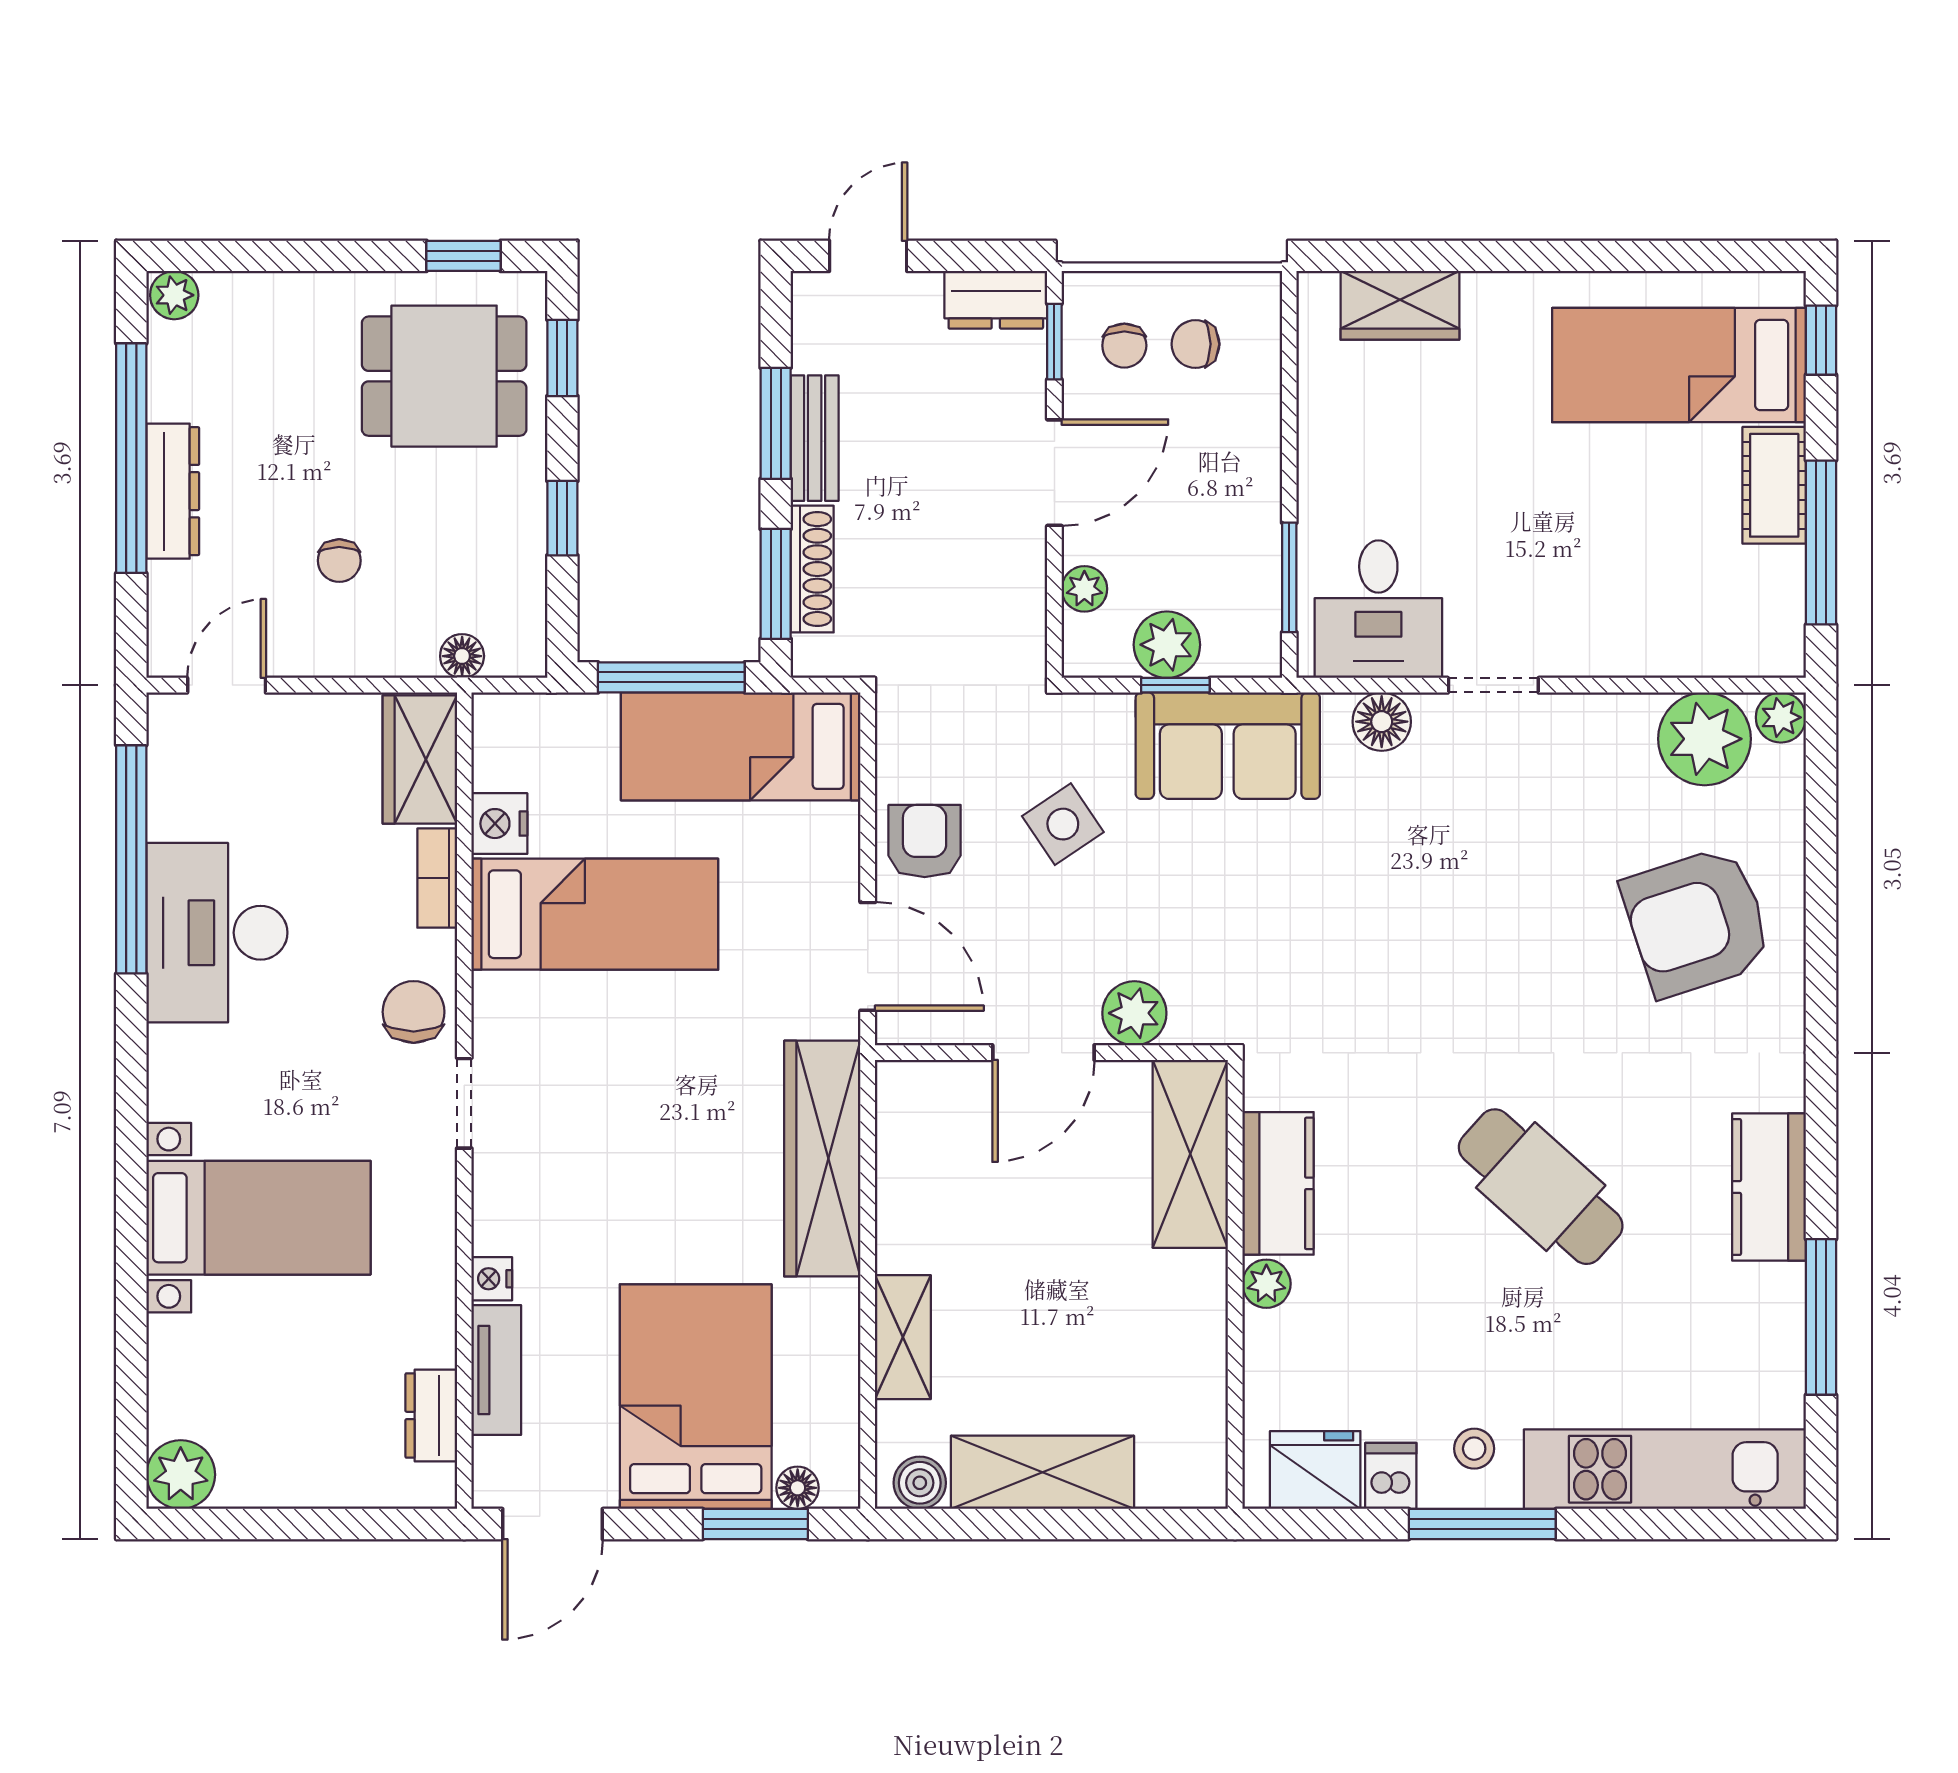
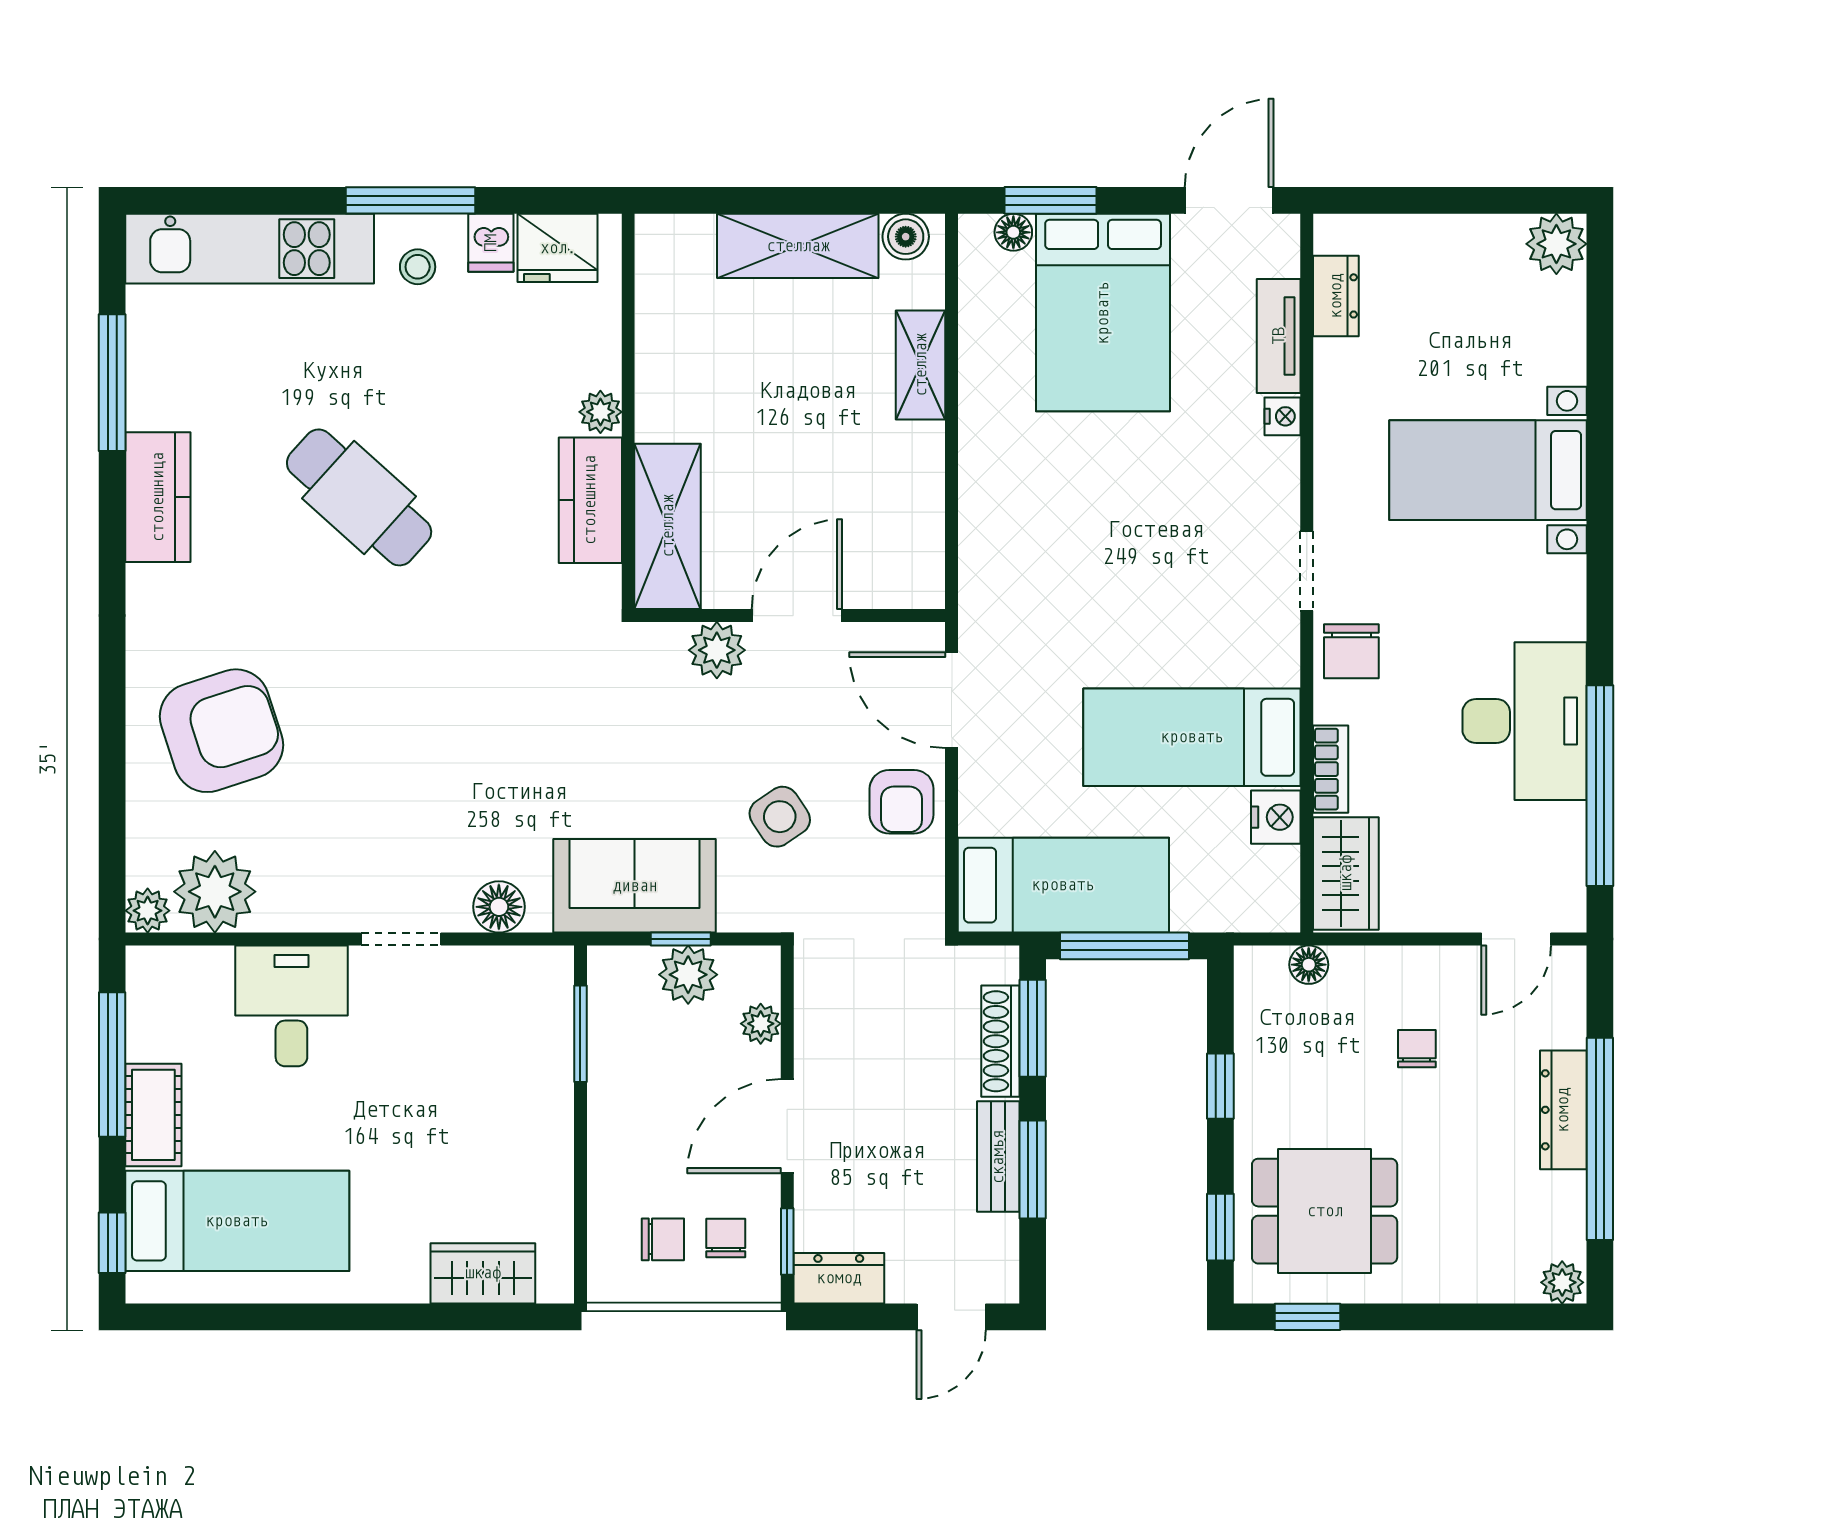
desk: (1378, 609) -> (291, 1006), moved
wardrobe: (822, 1159) -> (992, 522), removed

